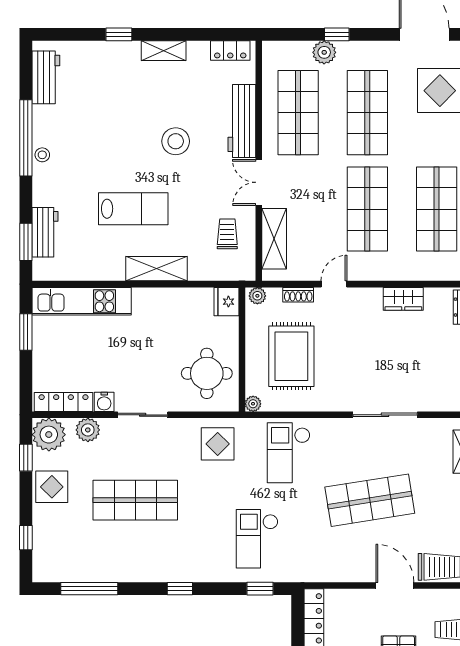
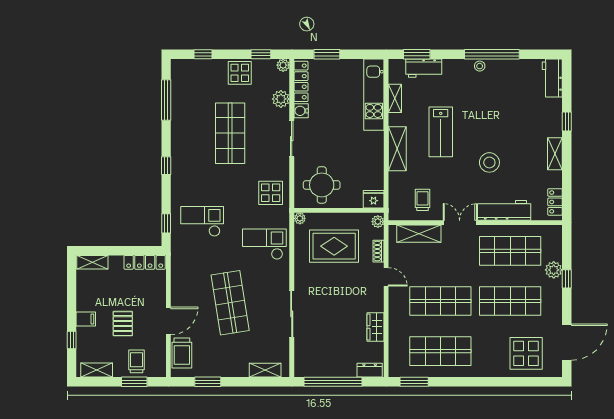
workbench: (46, 77) -> (552, 78), moved, turned 90
trolley: (227, 234) -> (423, 200), turned -90
shelving: (87, 272) -> (395, 98), added
window: (26, 332) -> (327, 54), moved
plant: (49, 435) -> (283, 65), width x0.53, depth x0.53

